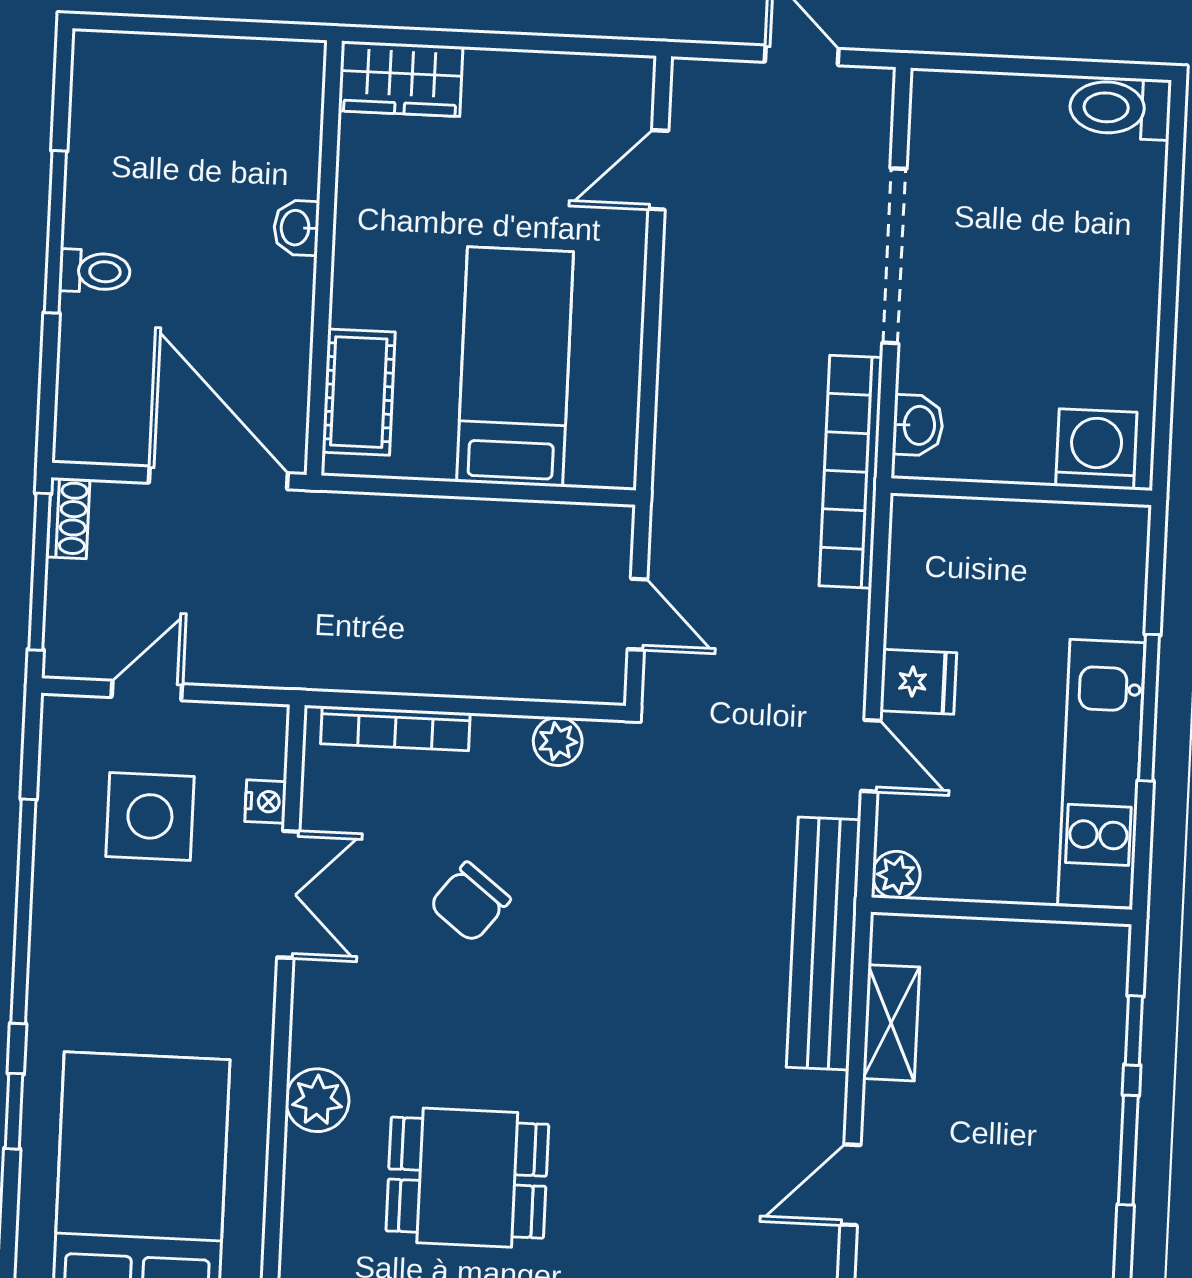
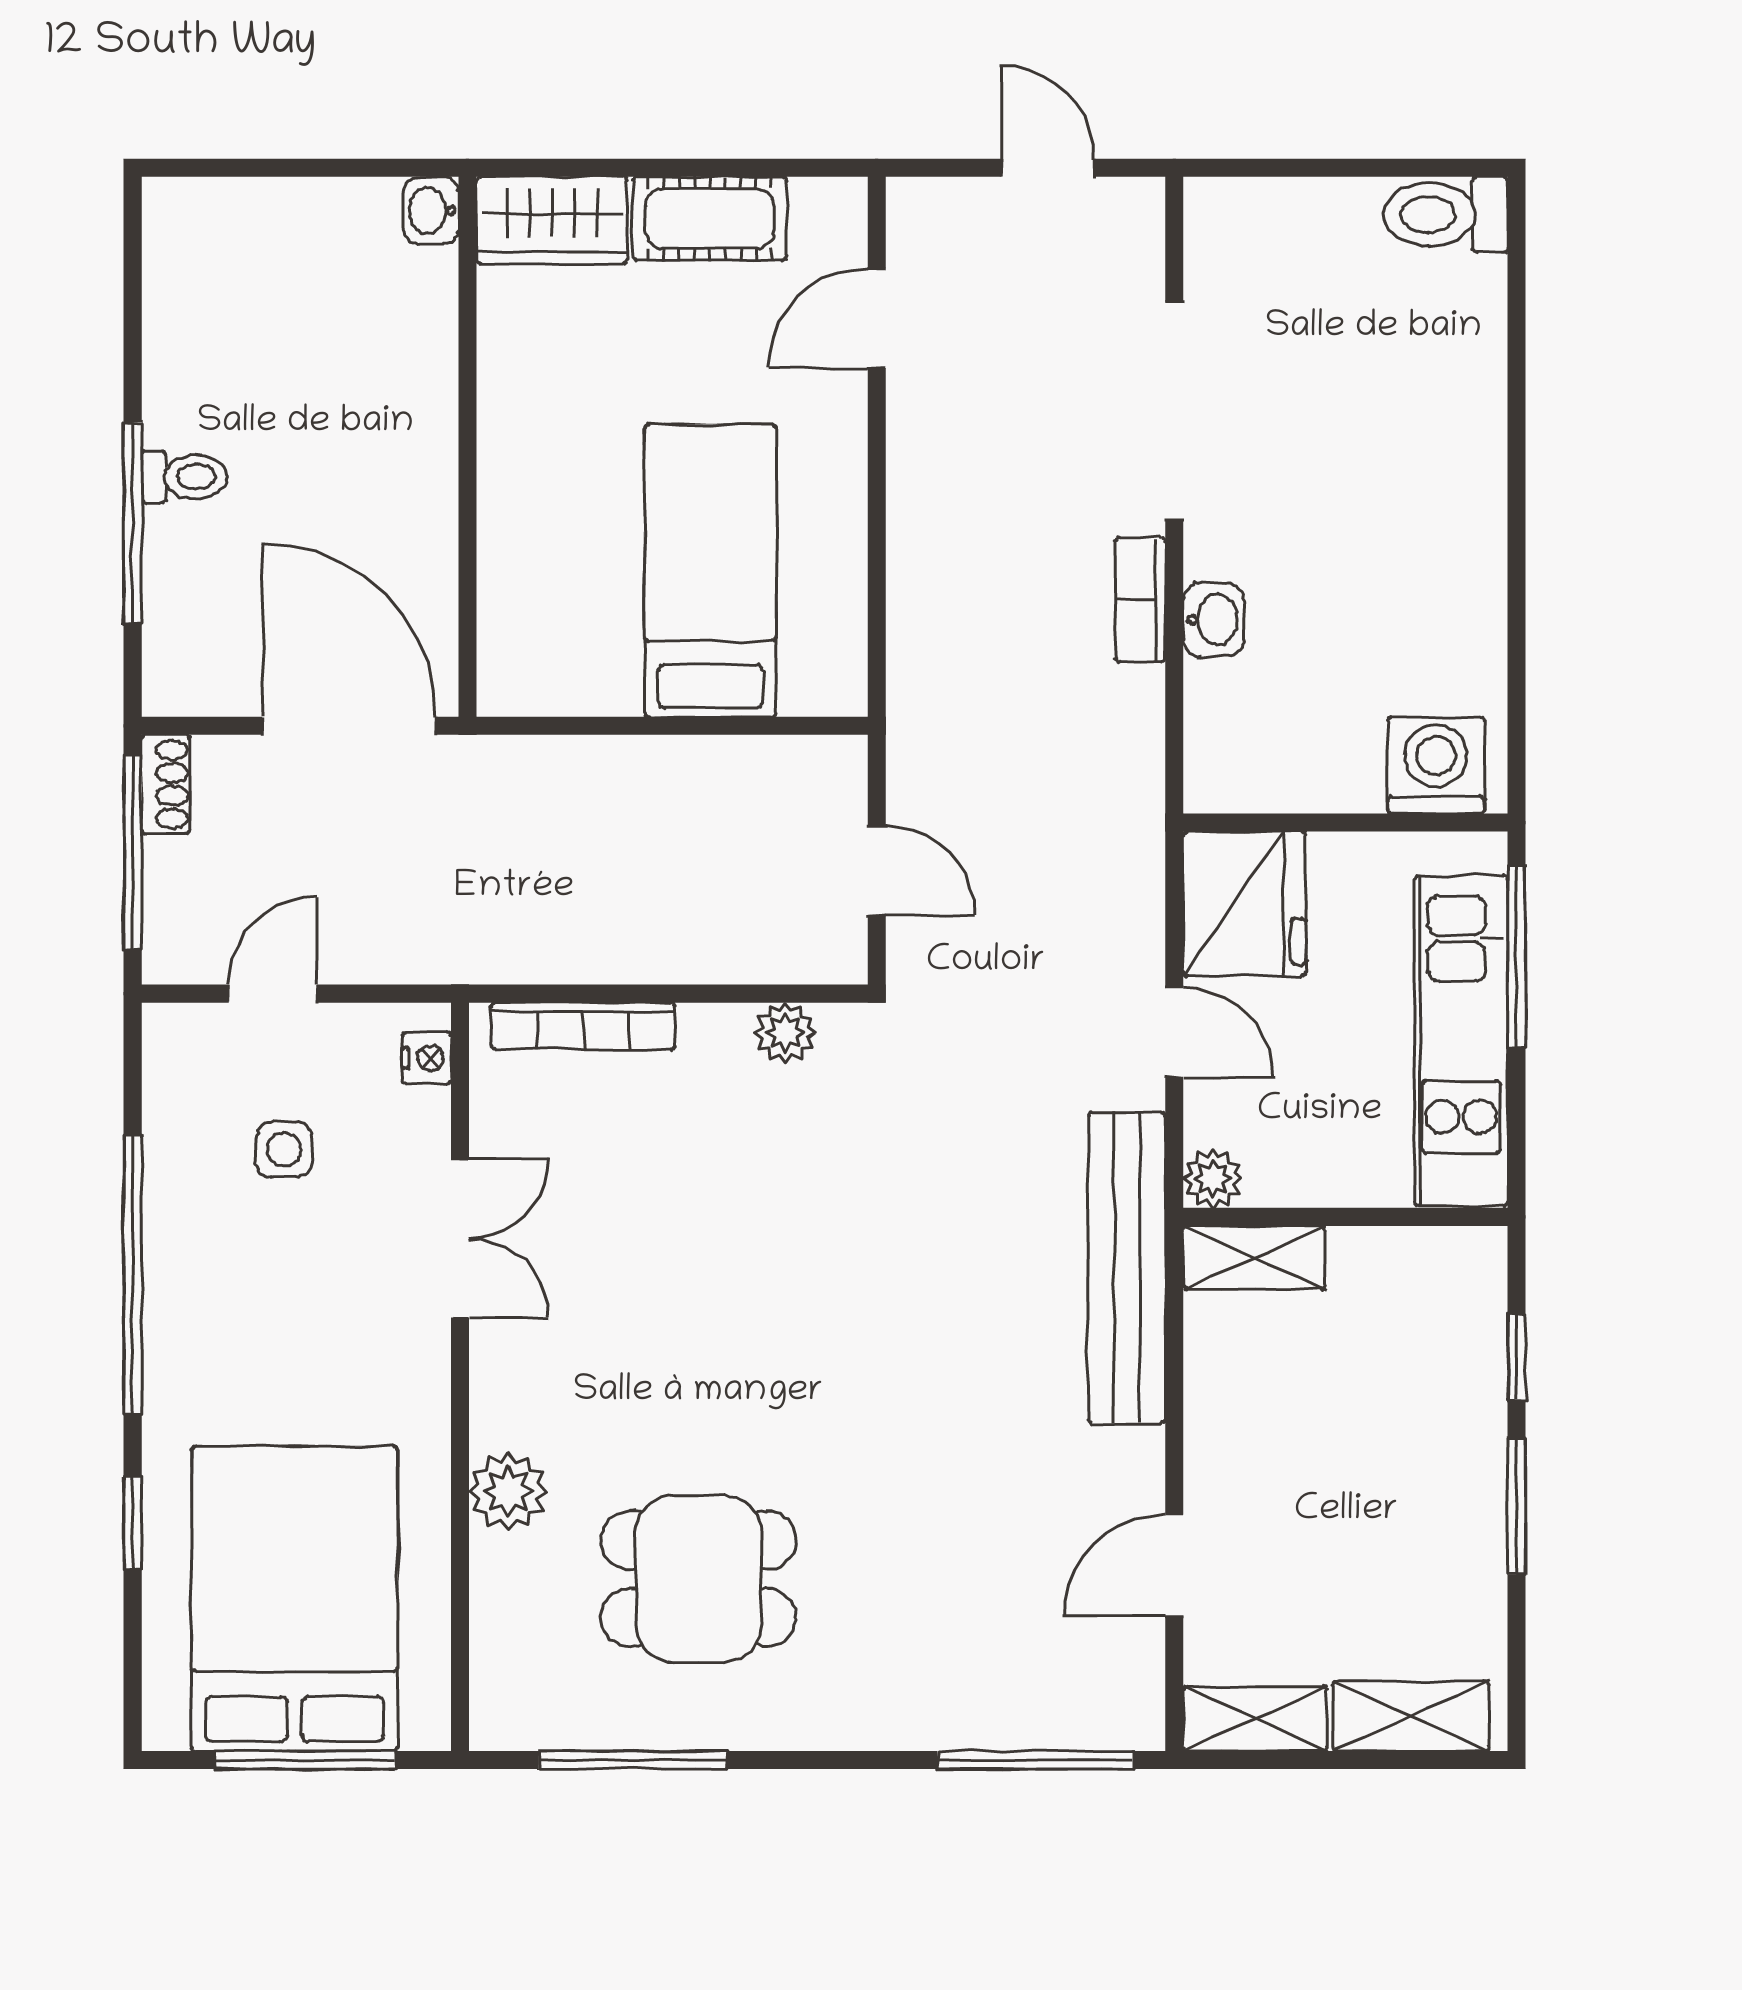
washbasin: (296, 228) -> (431, 211), moved
window: (55, 232) -> (133, 523), moved
cot: (359, 392) -> (710, 218), moved, turned 90
washing machine: (1096, 449) -> (1436, 765), moved
bookcase: (851, 472) -> (1141, 600), width x0.43, depth x0.76
wall: (1021, 492) -> (1345, 823), moved
fridge: (918, 682) -> (1244, 904), width x1.88, depth x1.34
nightstand: (266, 802) -> (427, 1058), moved
side table: (150, 816) -> (284, 1150), width x0.54, depth x0.54
chair: (470, 902) -> (686, 1237), removed
shelving: (891, 1023) -> (1254, 1258), moved, turned 90

